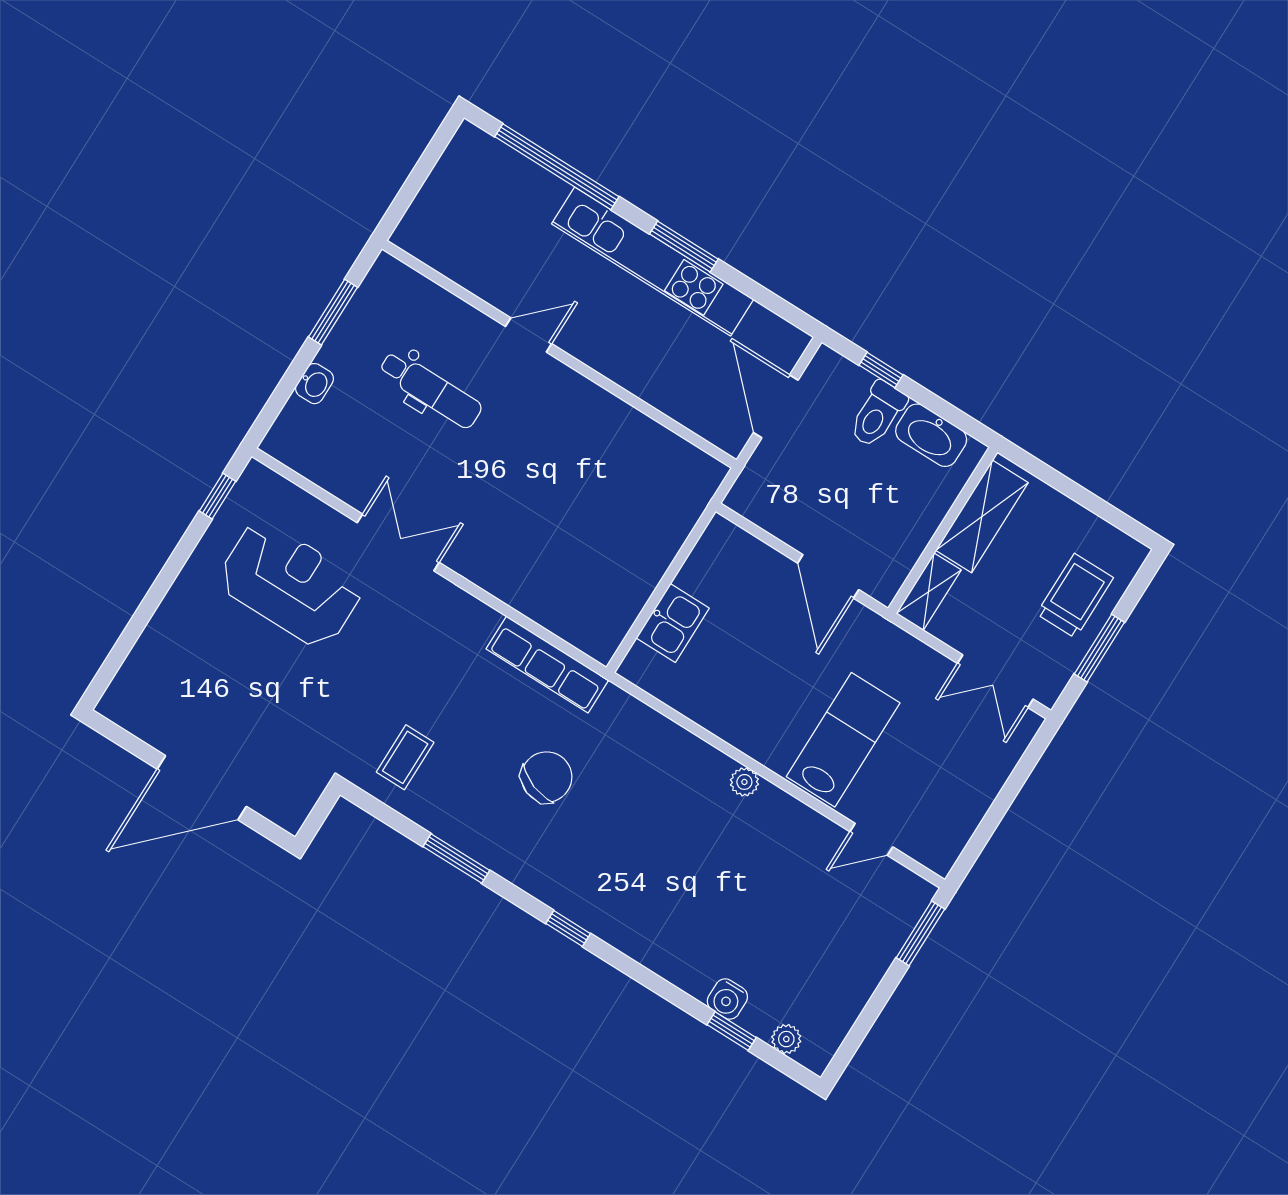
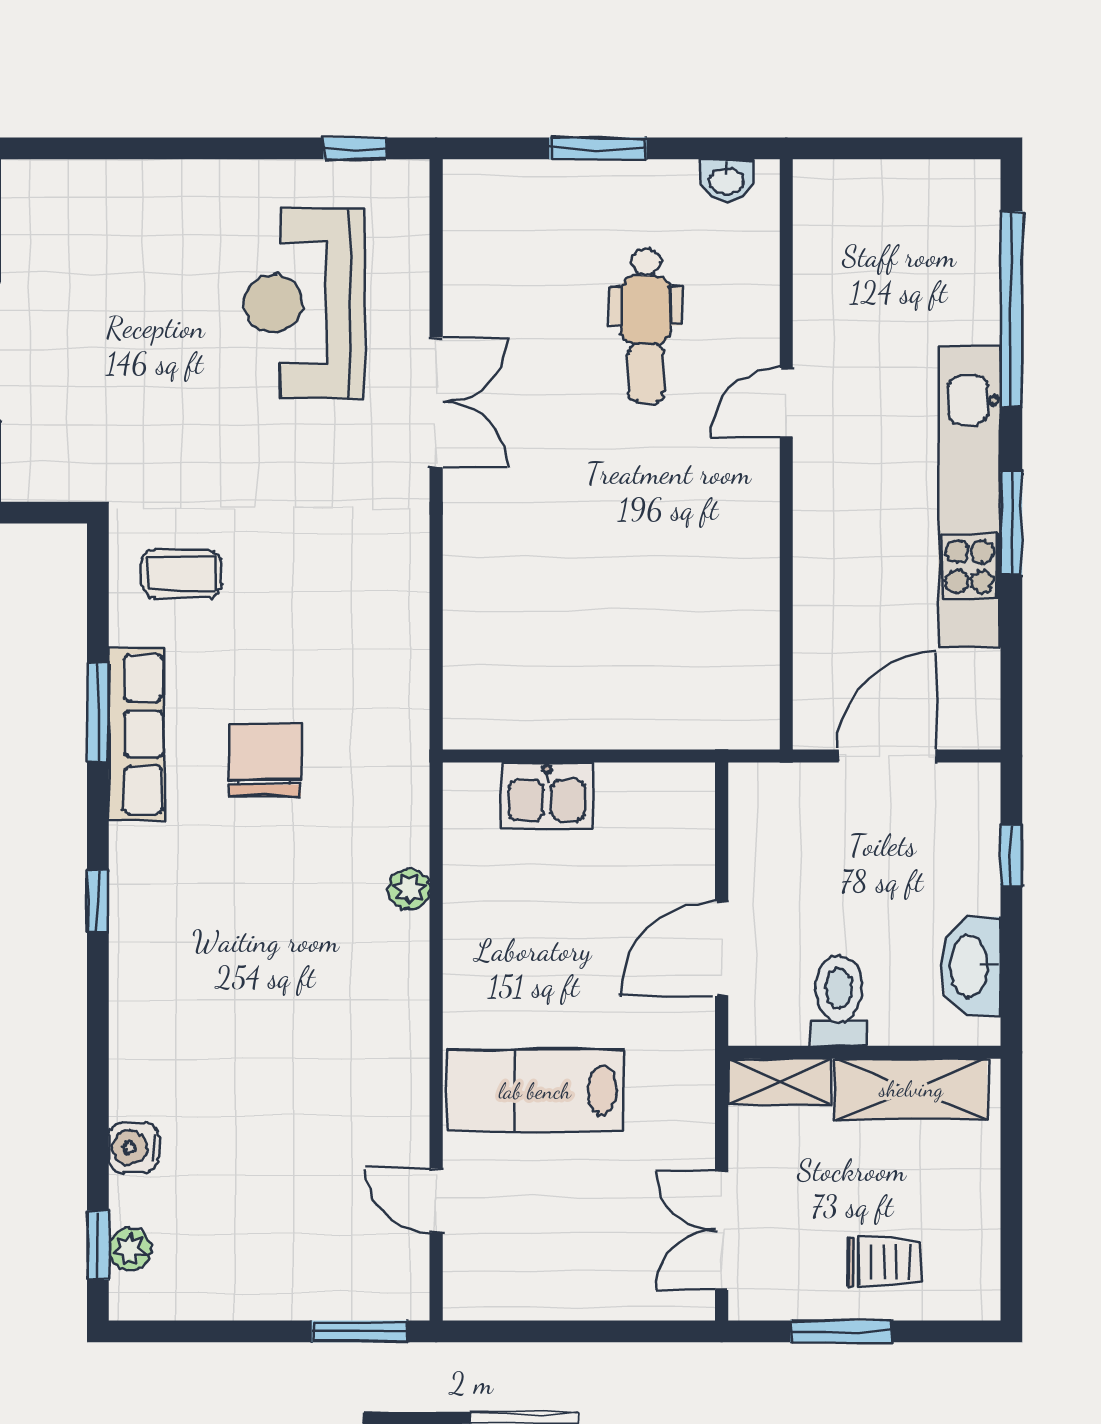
window: (333, 312) -> (598, 148), moved
door: (529, 335) -> (786, 403), swing flipped
washbasin: (315, 384) -> (727, 180), moved
toilet: (878, 414) -> (839, 1001), moved, turned 90
reception desk: (291, 584) -> (304, 304), turned 180
trolley: (1075, 596) -> (885, 1262), width x0.73, depth x0.72
row of seats: (547, 664) -> (137, 734), moved, turned 180
lab bench: (843, 740) -> (535, 1091), turned 180
chair: (547, 777) -> (265, 760), turned -110
plant: (744, 782) -> (409, 889), moved
window: (732, 1031) -> (98, 1245), moved

